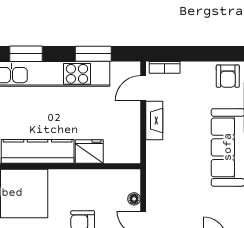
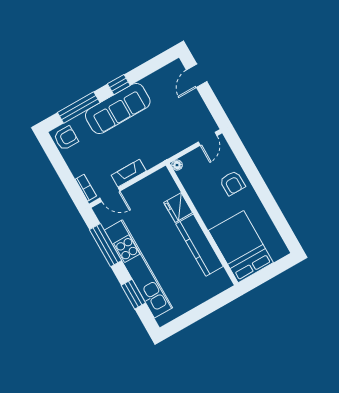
window: (93, 54) -> (105, 245), width x1.44
floor lamp: (134, 199) -> (177, 165), moved

